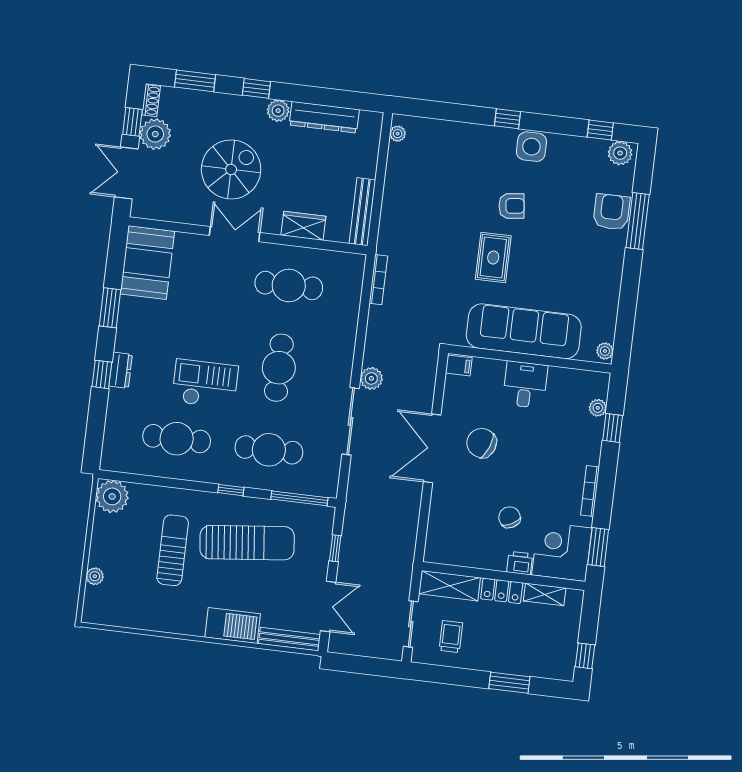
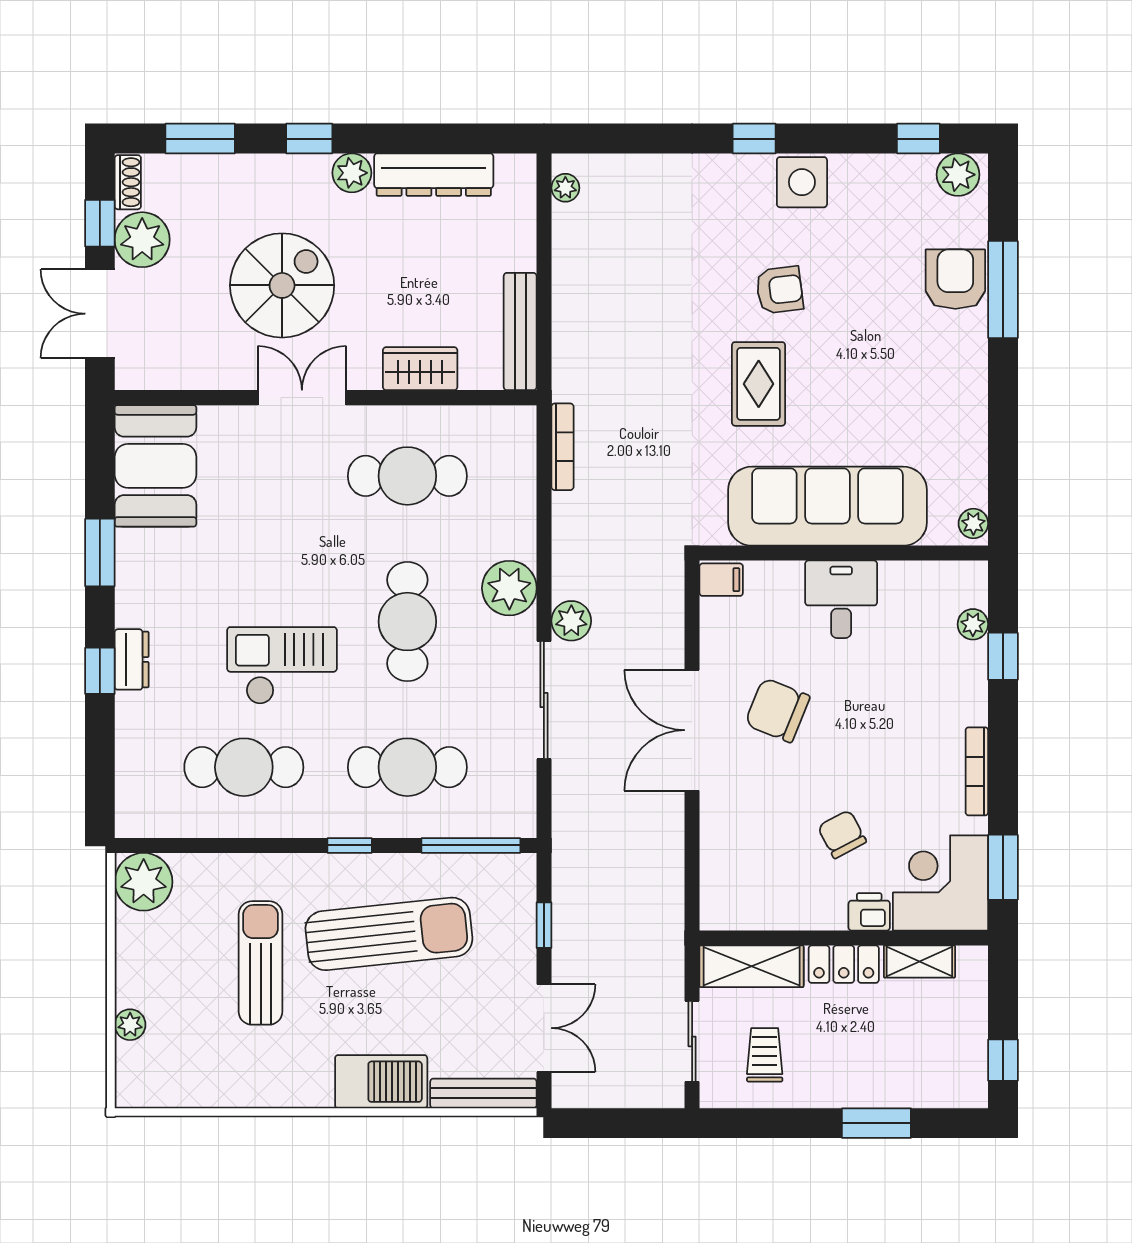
plant: (339, 356) -> (509, 588), added

